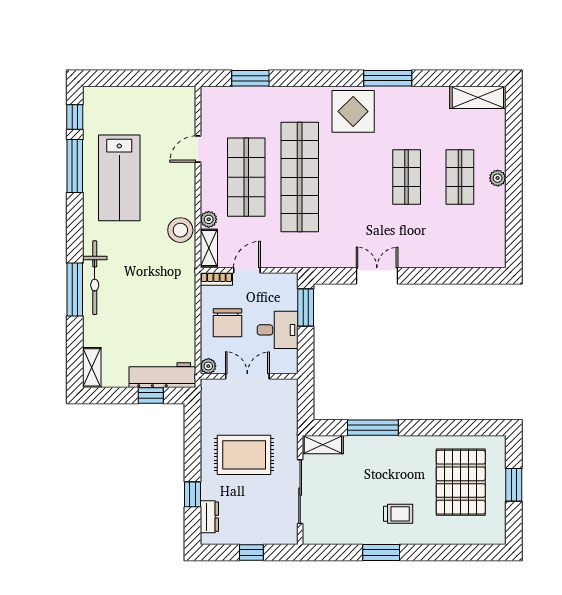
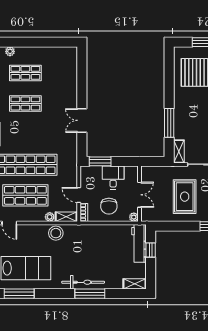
plant: (498, 178) -> (10, 51), moved
chair: (227, 323) -> (109, 206), turned 90
double door: (247, 376) -> (140, 195), swing flipped

